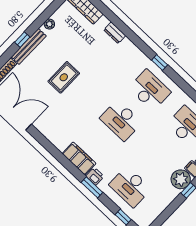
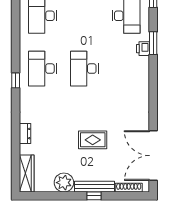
plant: (49, 24) -> (64, 183), width x1.88, depth x1.88
desk: (121, 120) -> (84, 69), turned 180
filing cabinet: (79, 159) -> (141, 73), removed

